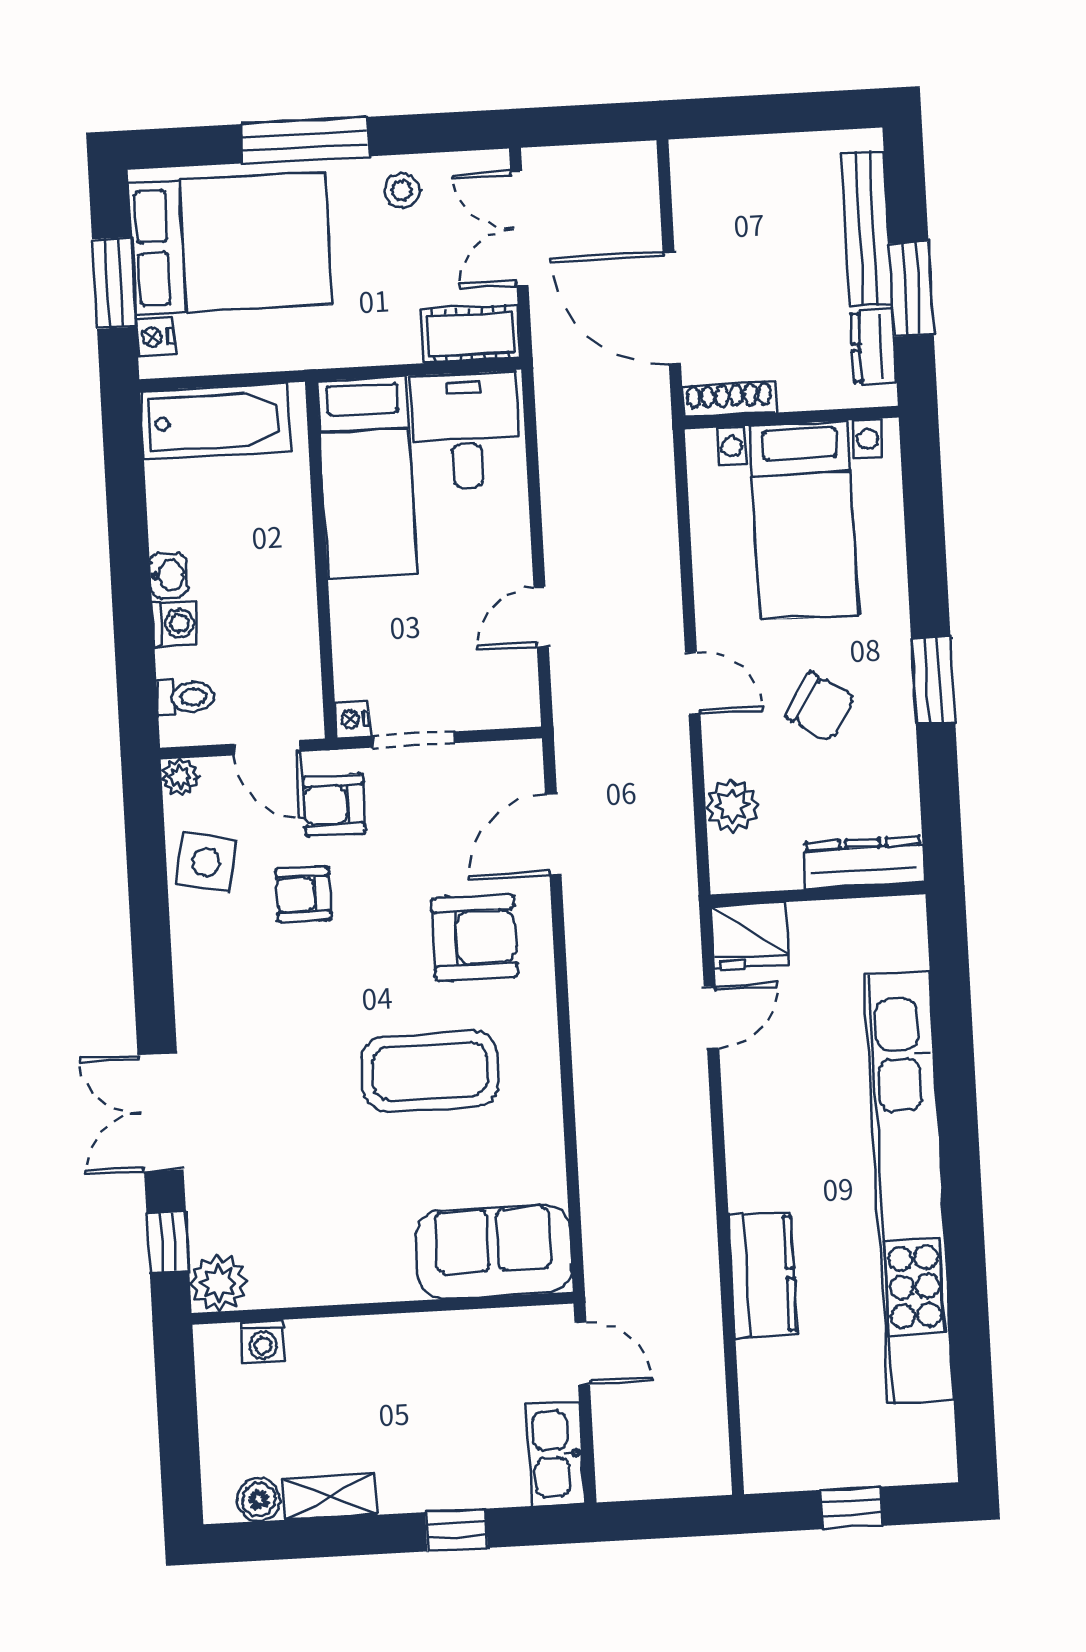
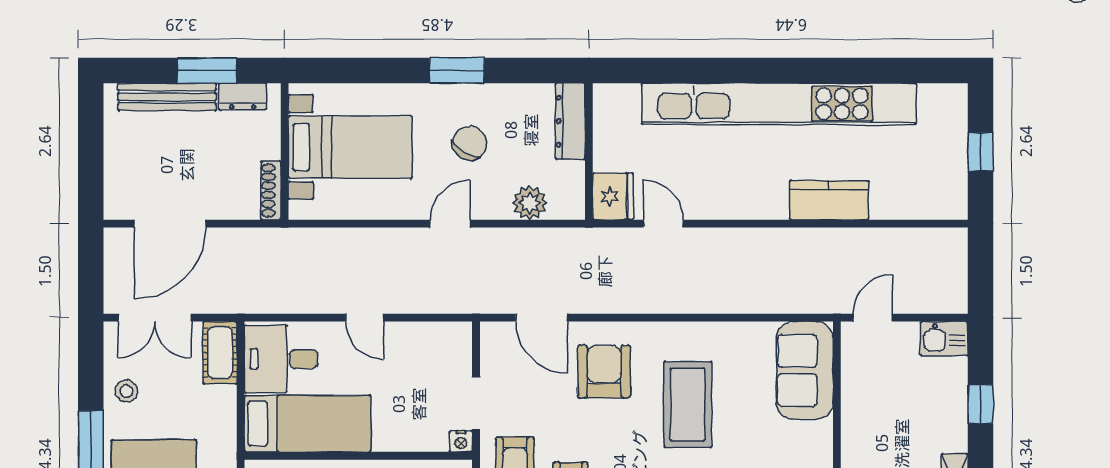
door: (672, 308) -> (170, 224), moved
door: (541, 617) -> (365, 318), moved
kitchen sink: (555, 1454) -> (944, 339), width x0.73

